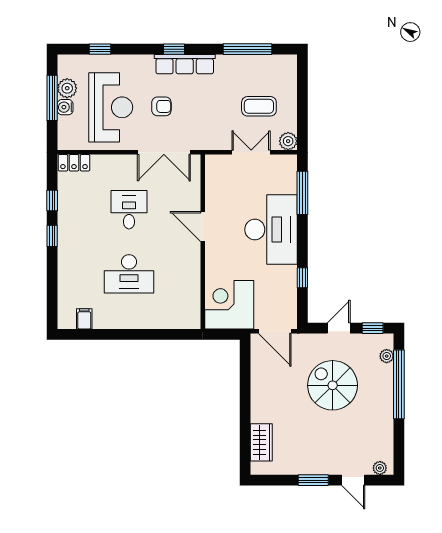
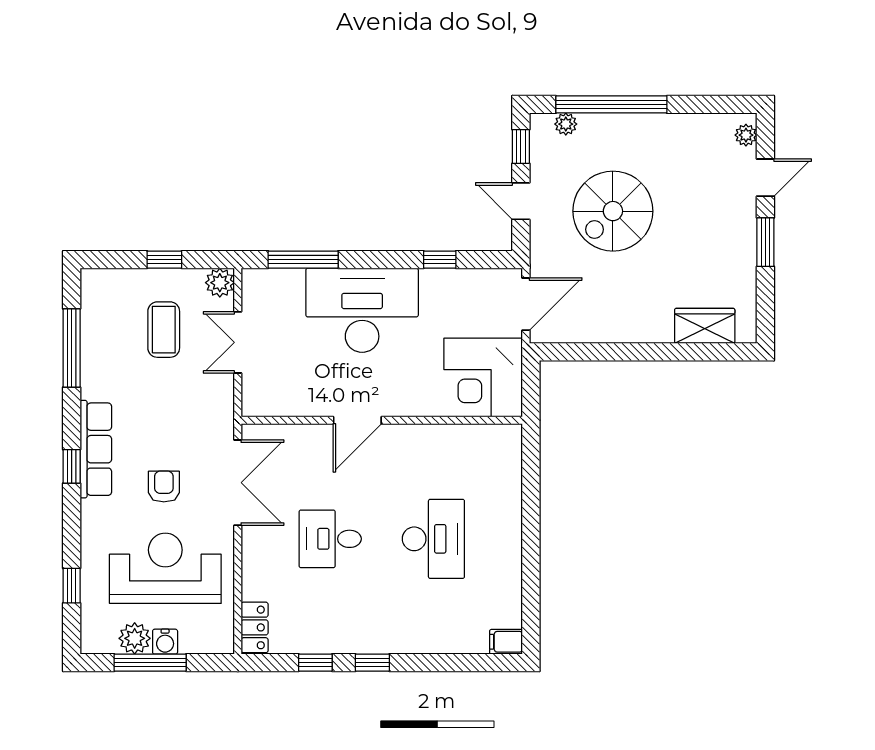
window: (302, 107) -> (164, 260), added
filing cabinet: (84, 319) -> (506, 642), moved

